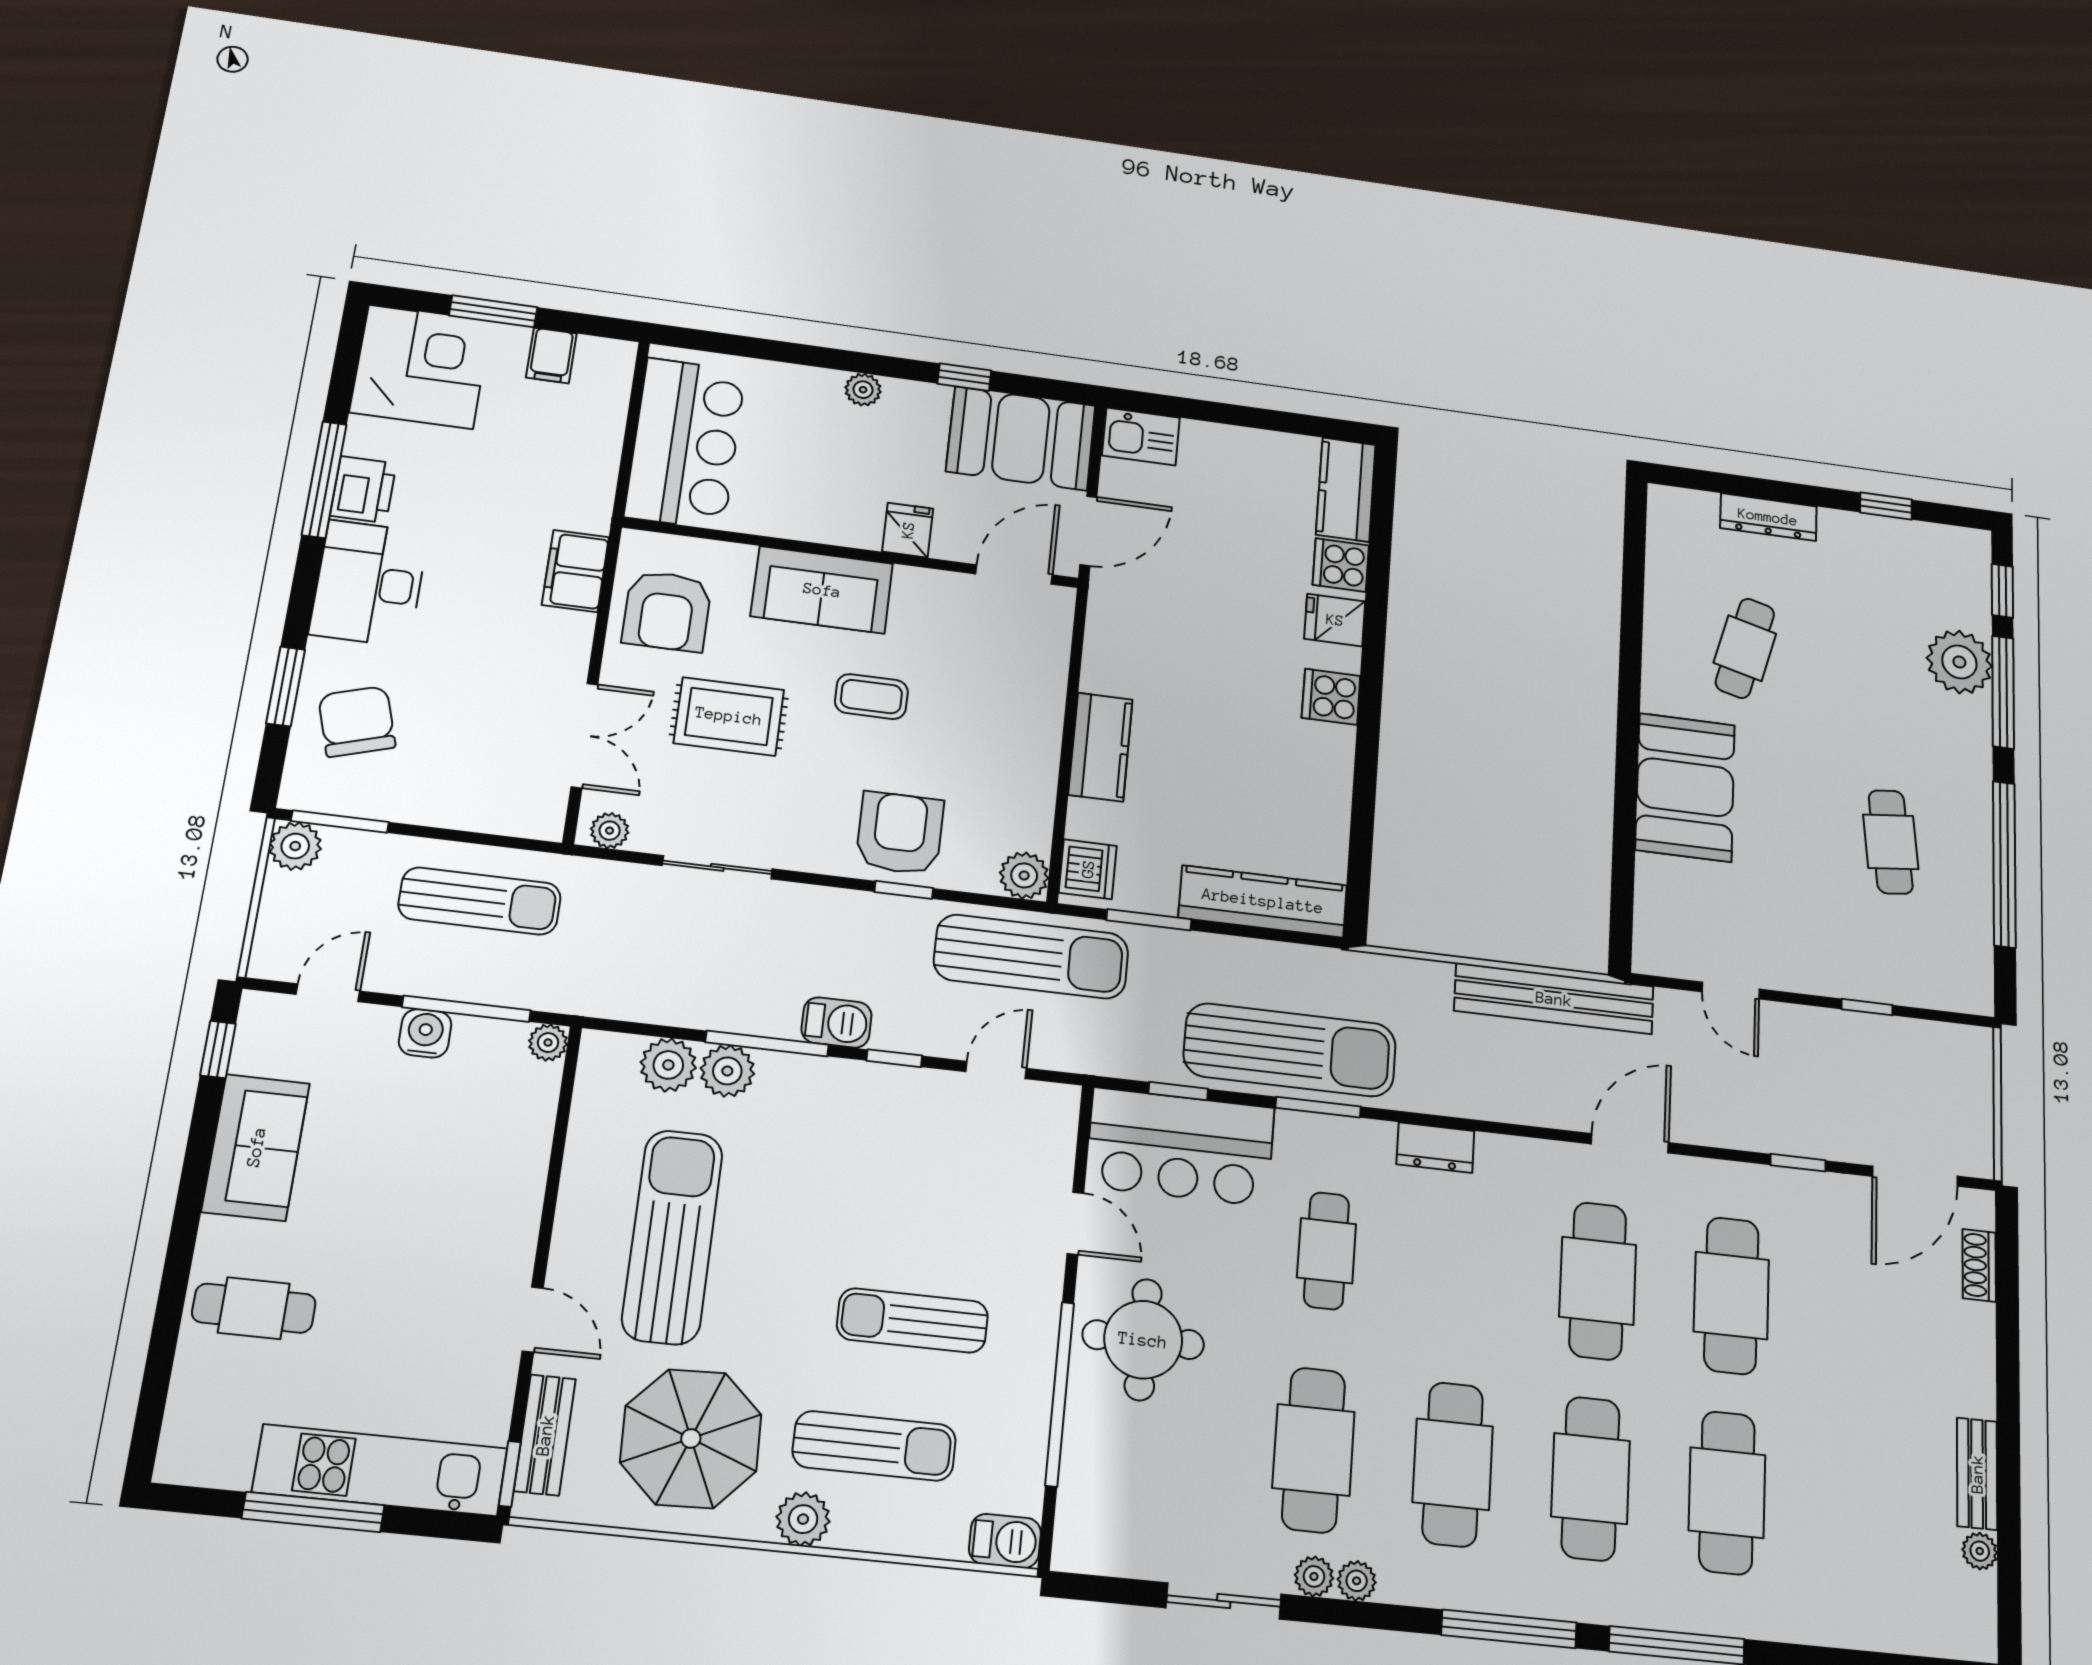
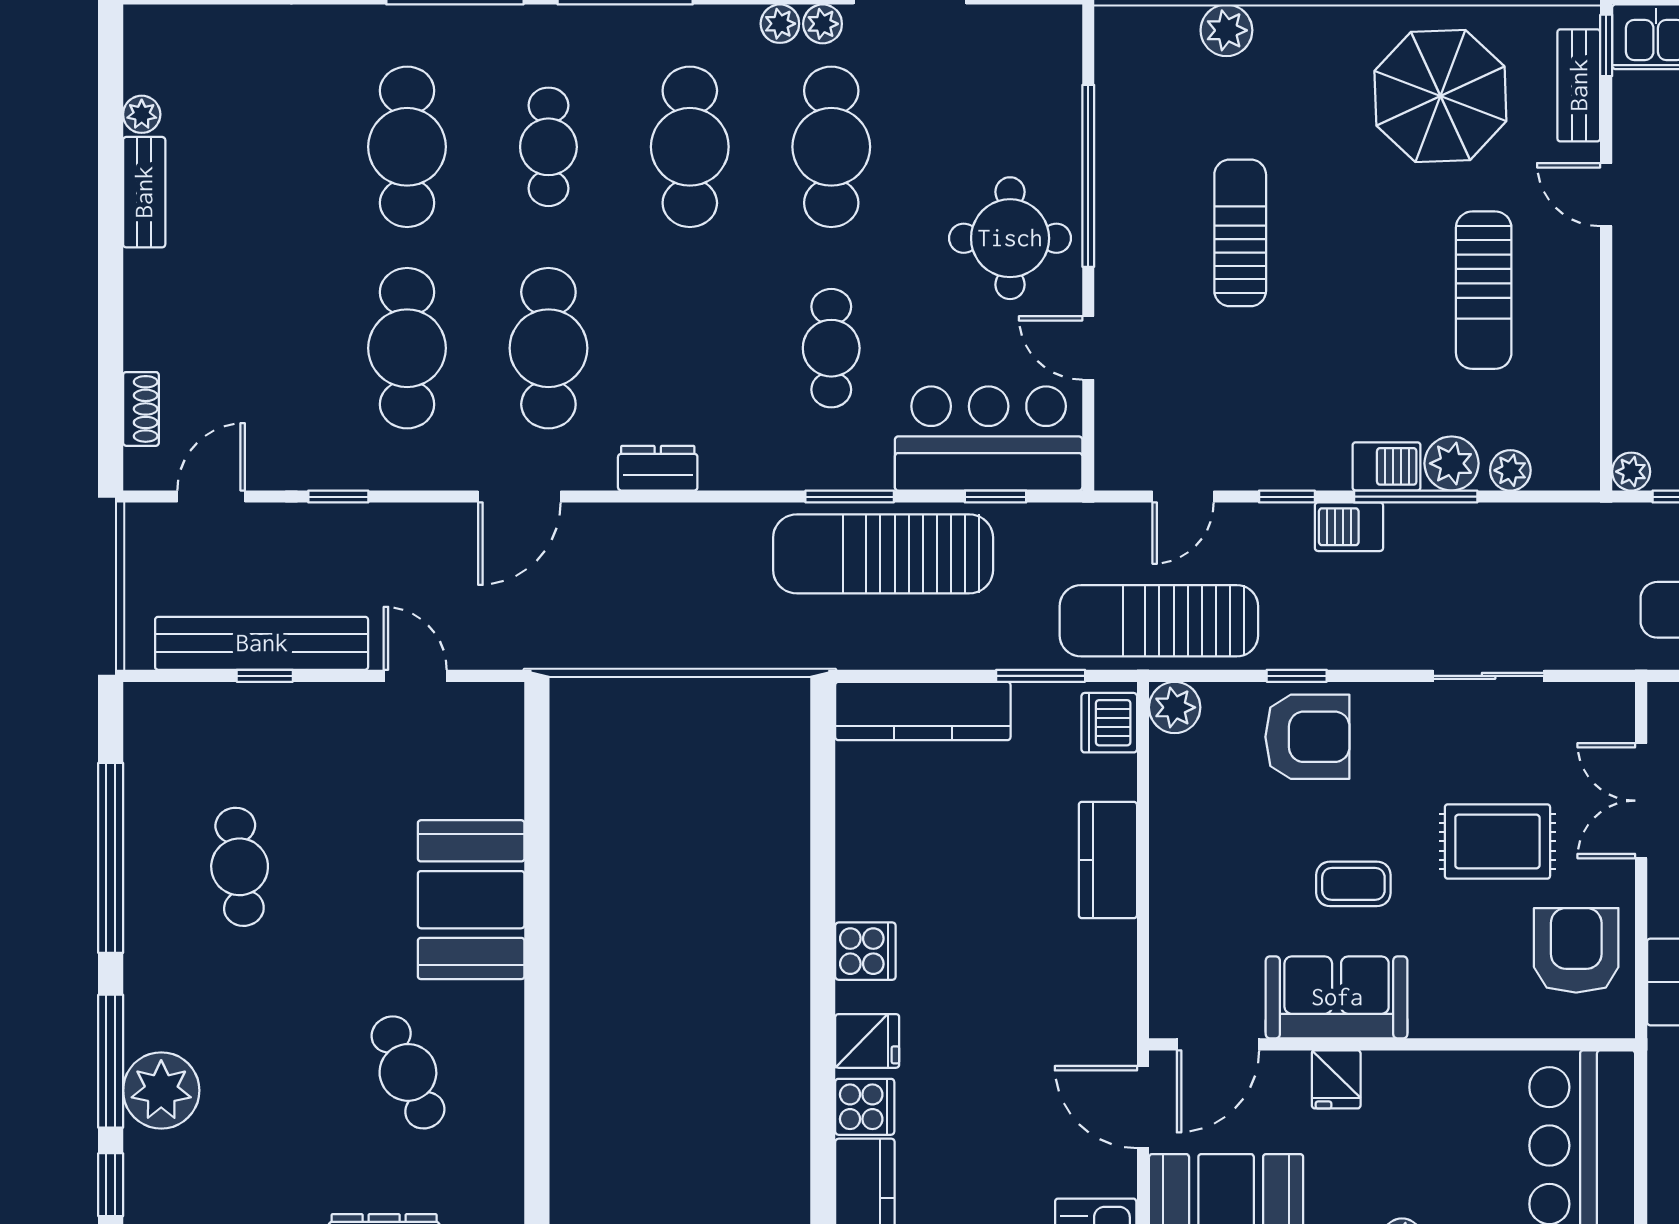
door: (1088, 531) -> (1143, 1107), hinge flipped
sofa: (822, 590) -> (1337, 997), moved
cafe table: (1745, 648) -> (408, 1072), turned -39
plant: (610, 831) -> (1602, 701), removed
armchair: (900, 833) -> (1307, 737), turned -90
bench: (1554, 999) -> (262, 643), moved
plant: (668, 1065) -> (1510, 470), width x0.73, depth x0.73
dresser: (1435, 1148) -> (658, 468), moved
door: (1915, 1176) -> (211, 497), width x0.73
sun lounger: (672, 1237) -> (1484, 290), width x0.73, depth x0.75
sun lounger: (912, 1320) -> (1240, 233), turned -90
sun lounger: (874, 1446) -> (1264, 107), removed
cafe table: (1591, 1478) -> (548, 147), width x0.73, depth x0.74
plant: (803, 1519) -> (1226, 30), moved
barbecue: (1005, 1541) -> (1387, 466), moved, turned 180

